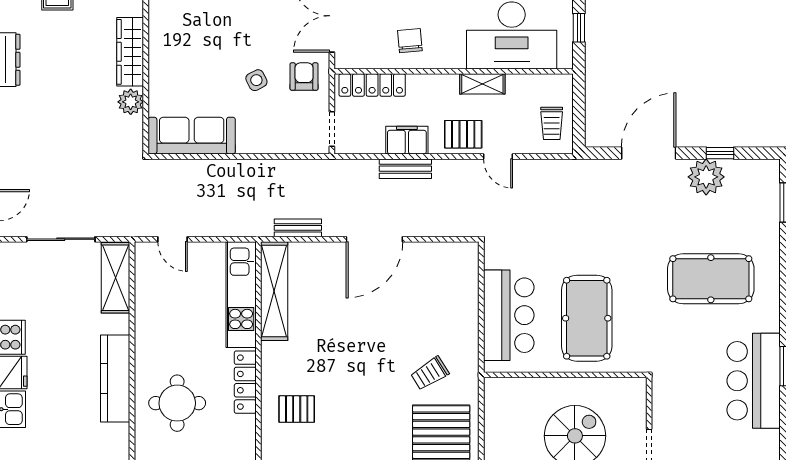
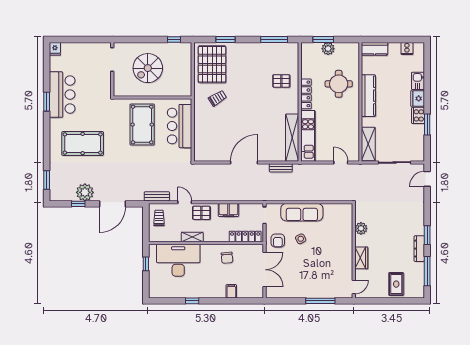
wardrobe: (130, 52) -> (361, 258), width x0.67
sofa: (192, 136) -> (302, 212), moved
bench: (405, 169) -> (157, 196), moved

